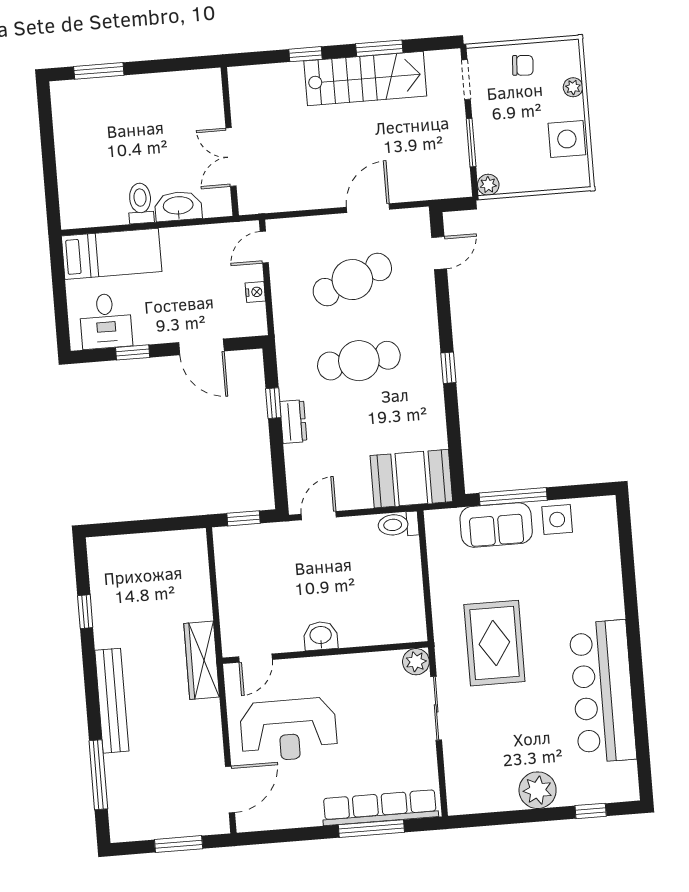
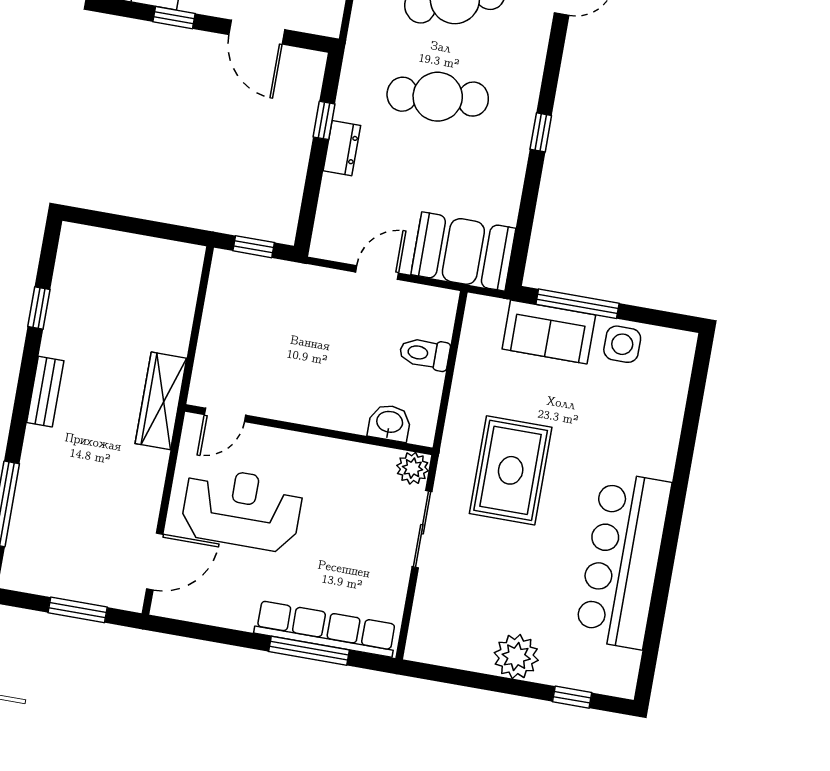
door: (319, 516) -> (377, 273), moved
toilet: (398, 524) -> (425, 354), moved
washbasin: (321, 636) -> (389, 423), moved
bench: (112, 701) -> (45, 392), width x0.54, depth x0.82
reception desk: (289, 730) -> (242, 509), turned 180

